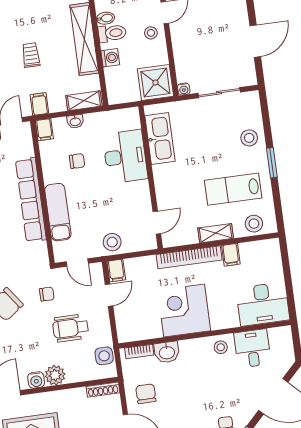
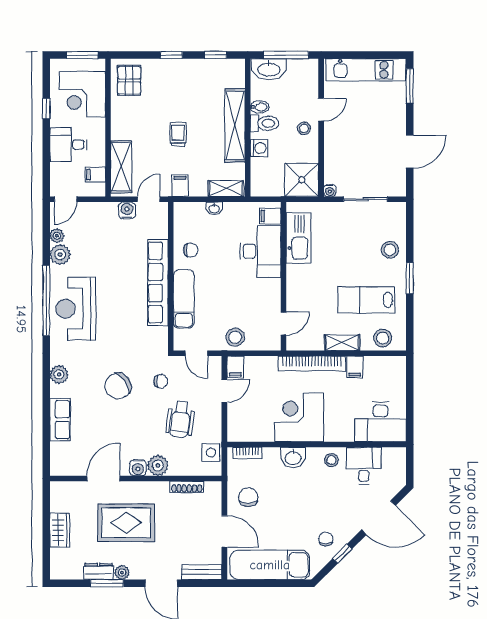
filing cabinet: (44, 130) -> (270, 216), moved, turned 90
chair: (77, 161) -> (191, 250), moved
wheelchair: (71, 328) -> (180, 419), turned -83
washbasin: (167, 352) -> (293, 458), moved
shoe rack: (103, 390) -> (187, 487), moved

